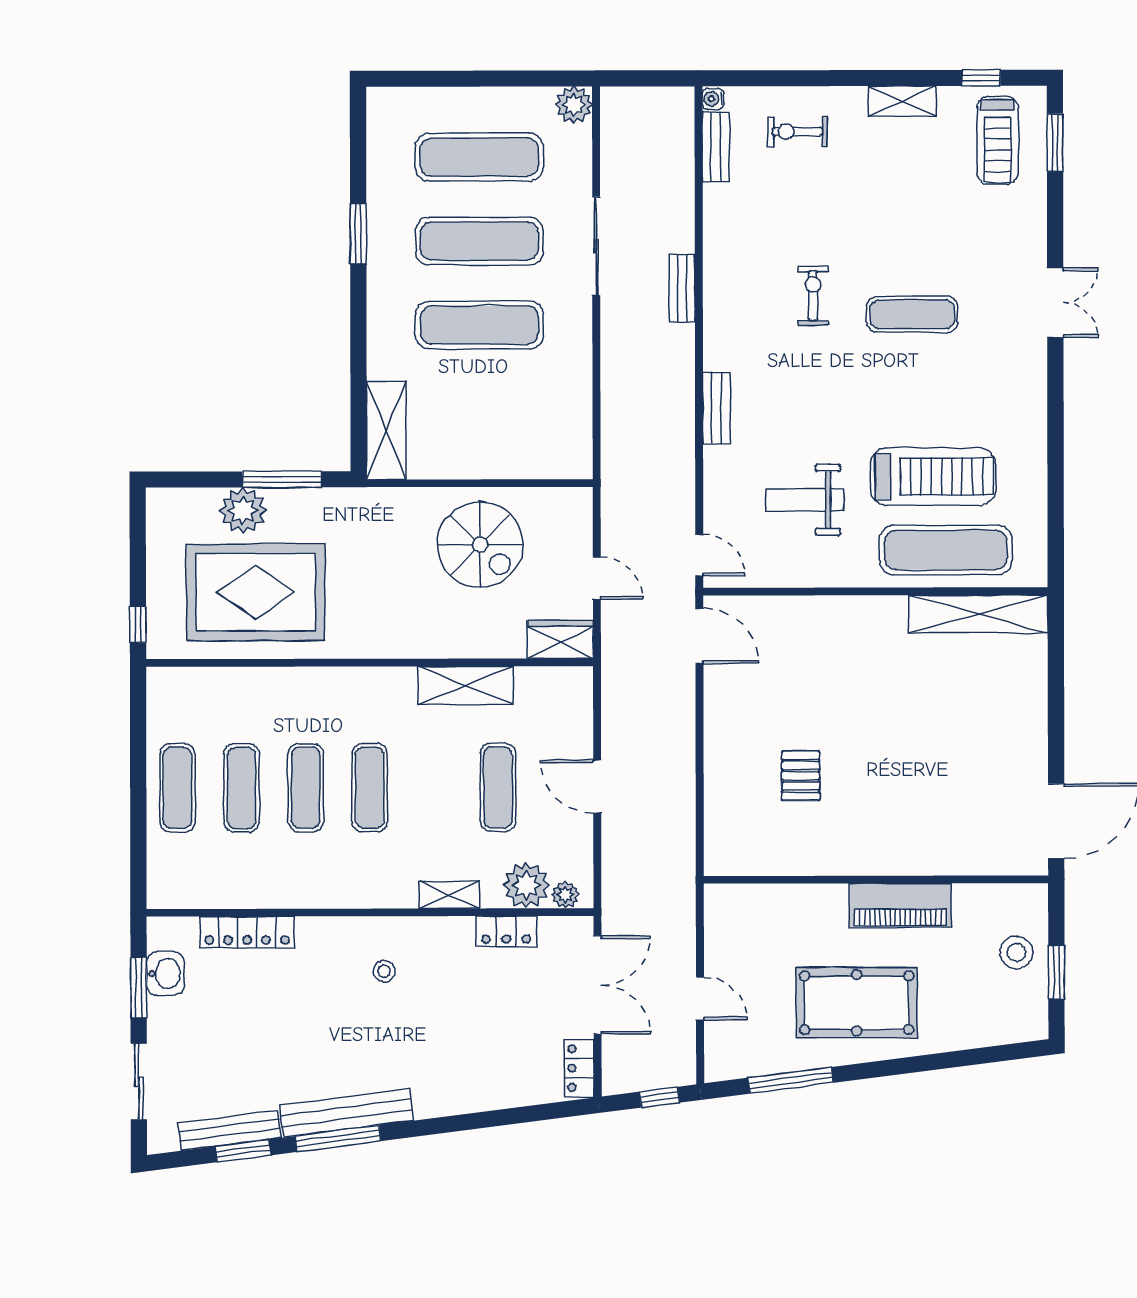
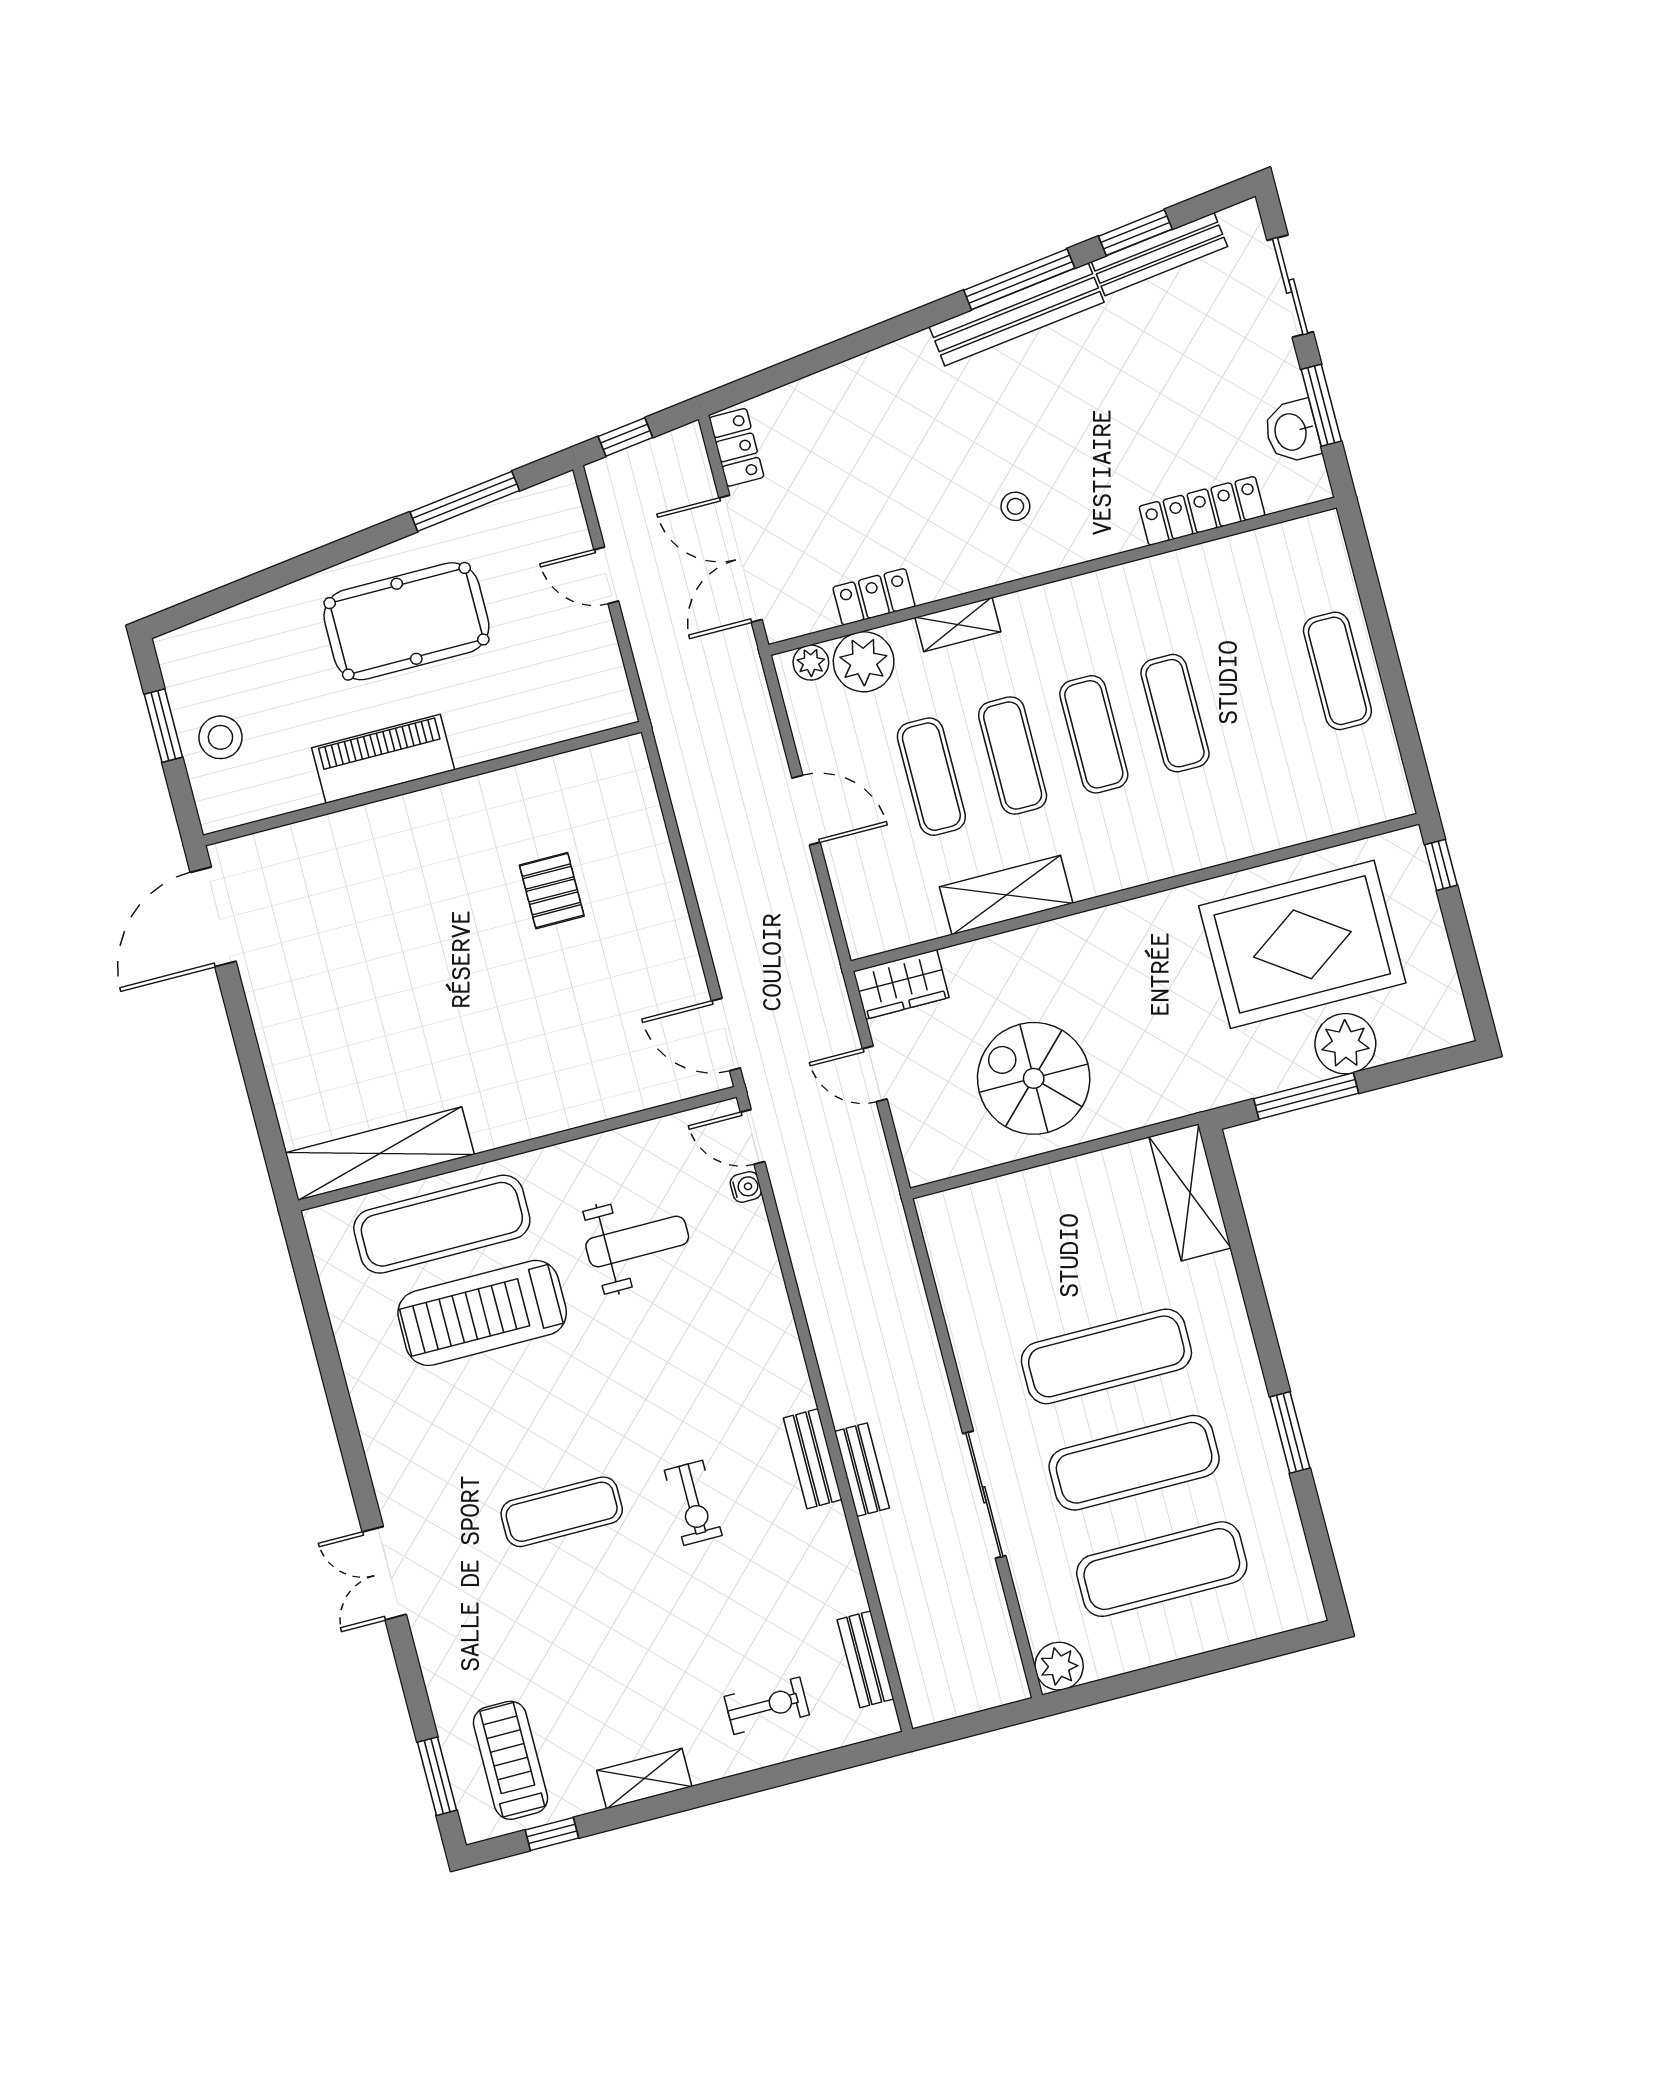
water cooler: (713, 99) -> (746, 1187), moved
bench: (717, 408) -> (813, 1459), moved
exercise mat: (242, 788) -> (1013, 755), moved

